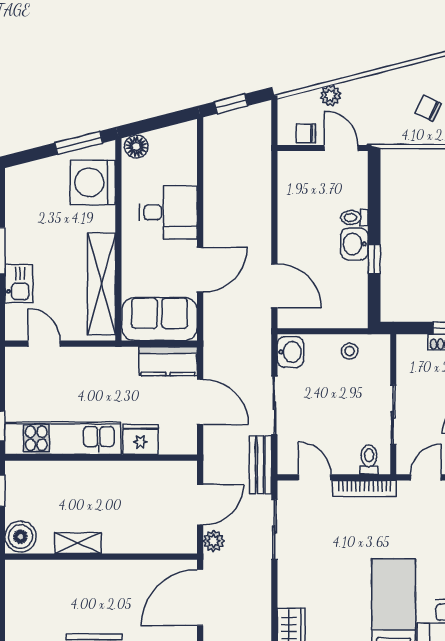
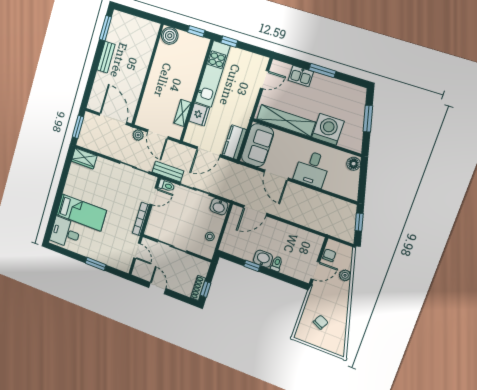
window: (79, 143) -> (368, 119), moved
washing machine: (93, 182) -> (328, 129), moved
toilet: (369, 460) -> (166, 186), moved
shelving: (78, 543) -> (182, 113), moved

